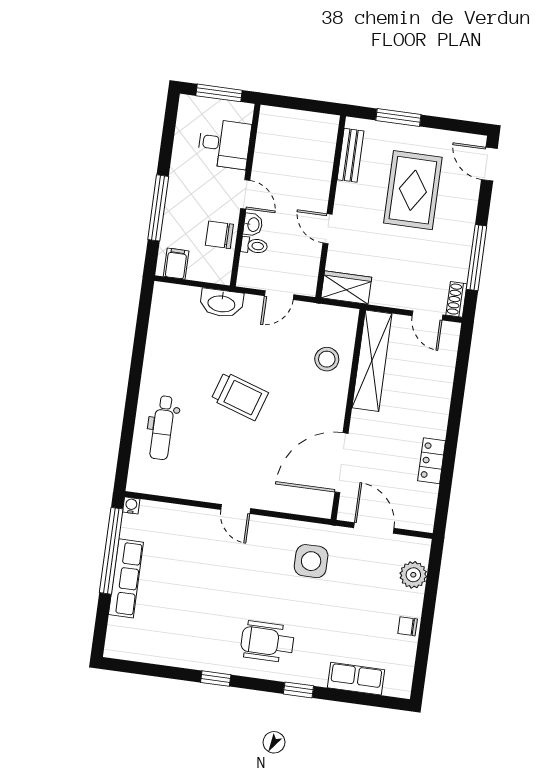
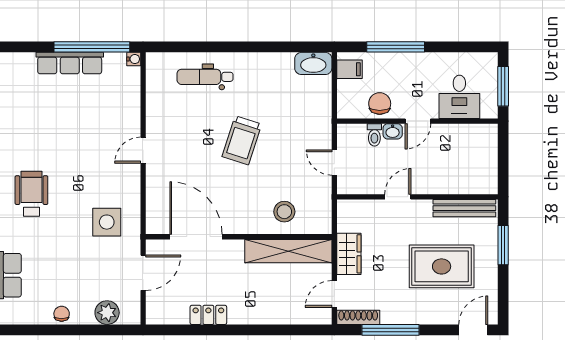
bench: (351, 155) -> (464, 208), width x1.36
wardrobe: (346, 288) -> (349, 254), moved
shoe rack: (456, 299) -> (358, 317), width x1.43
washbasin: (222, 303) -> (313, 63), moved, turned -90

